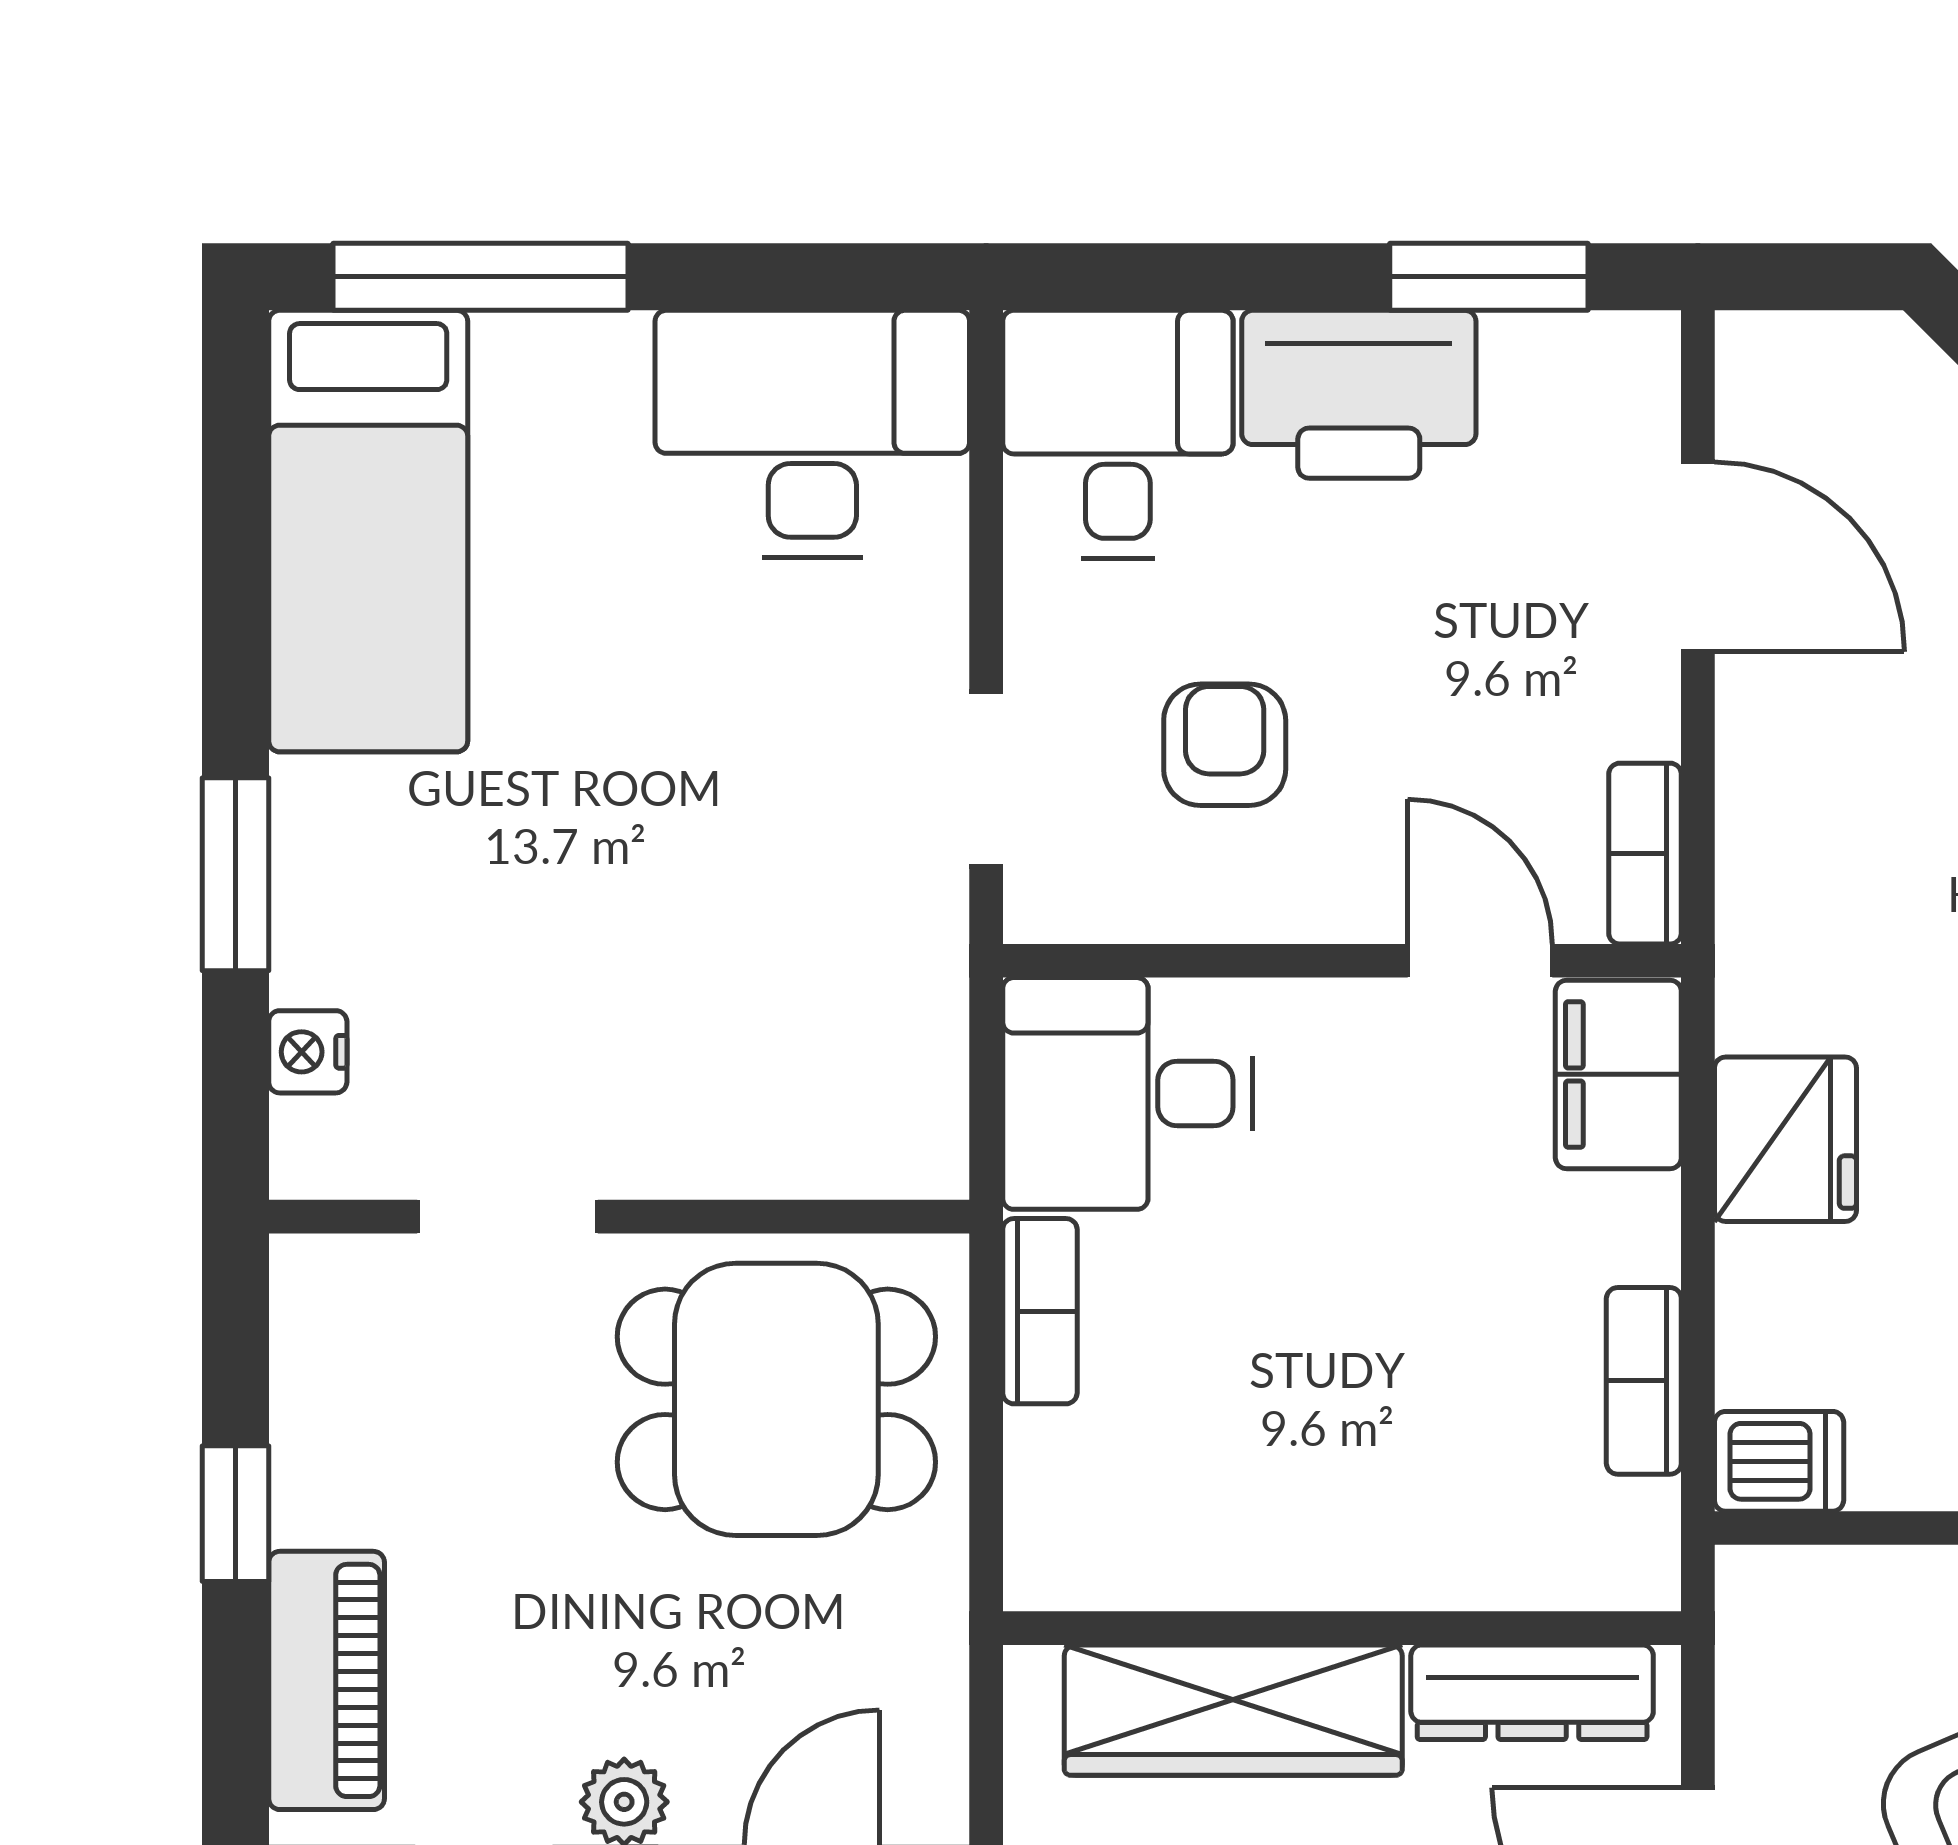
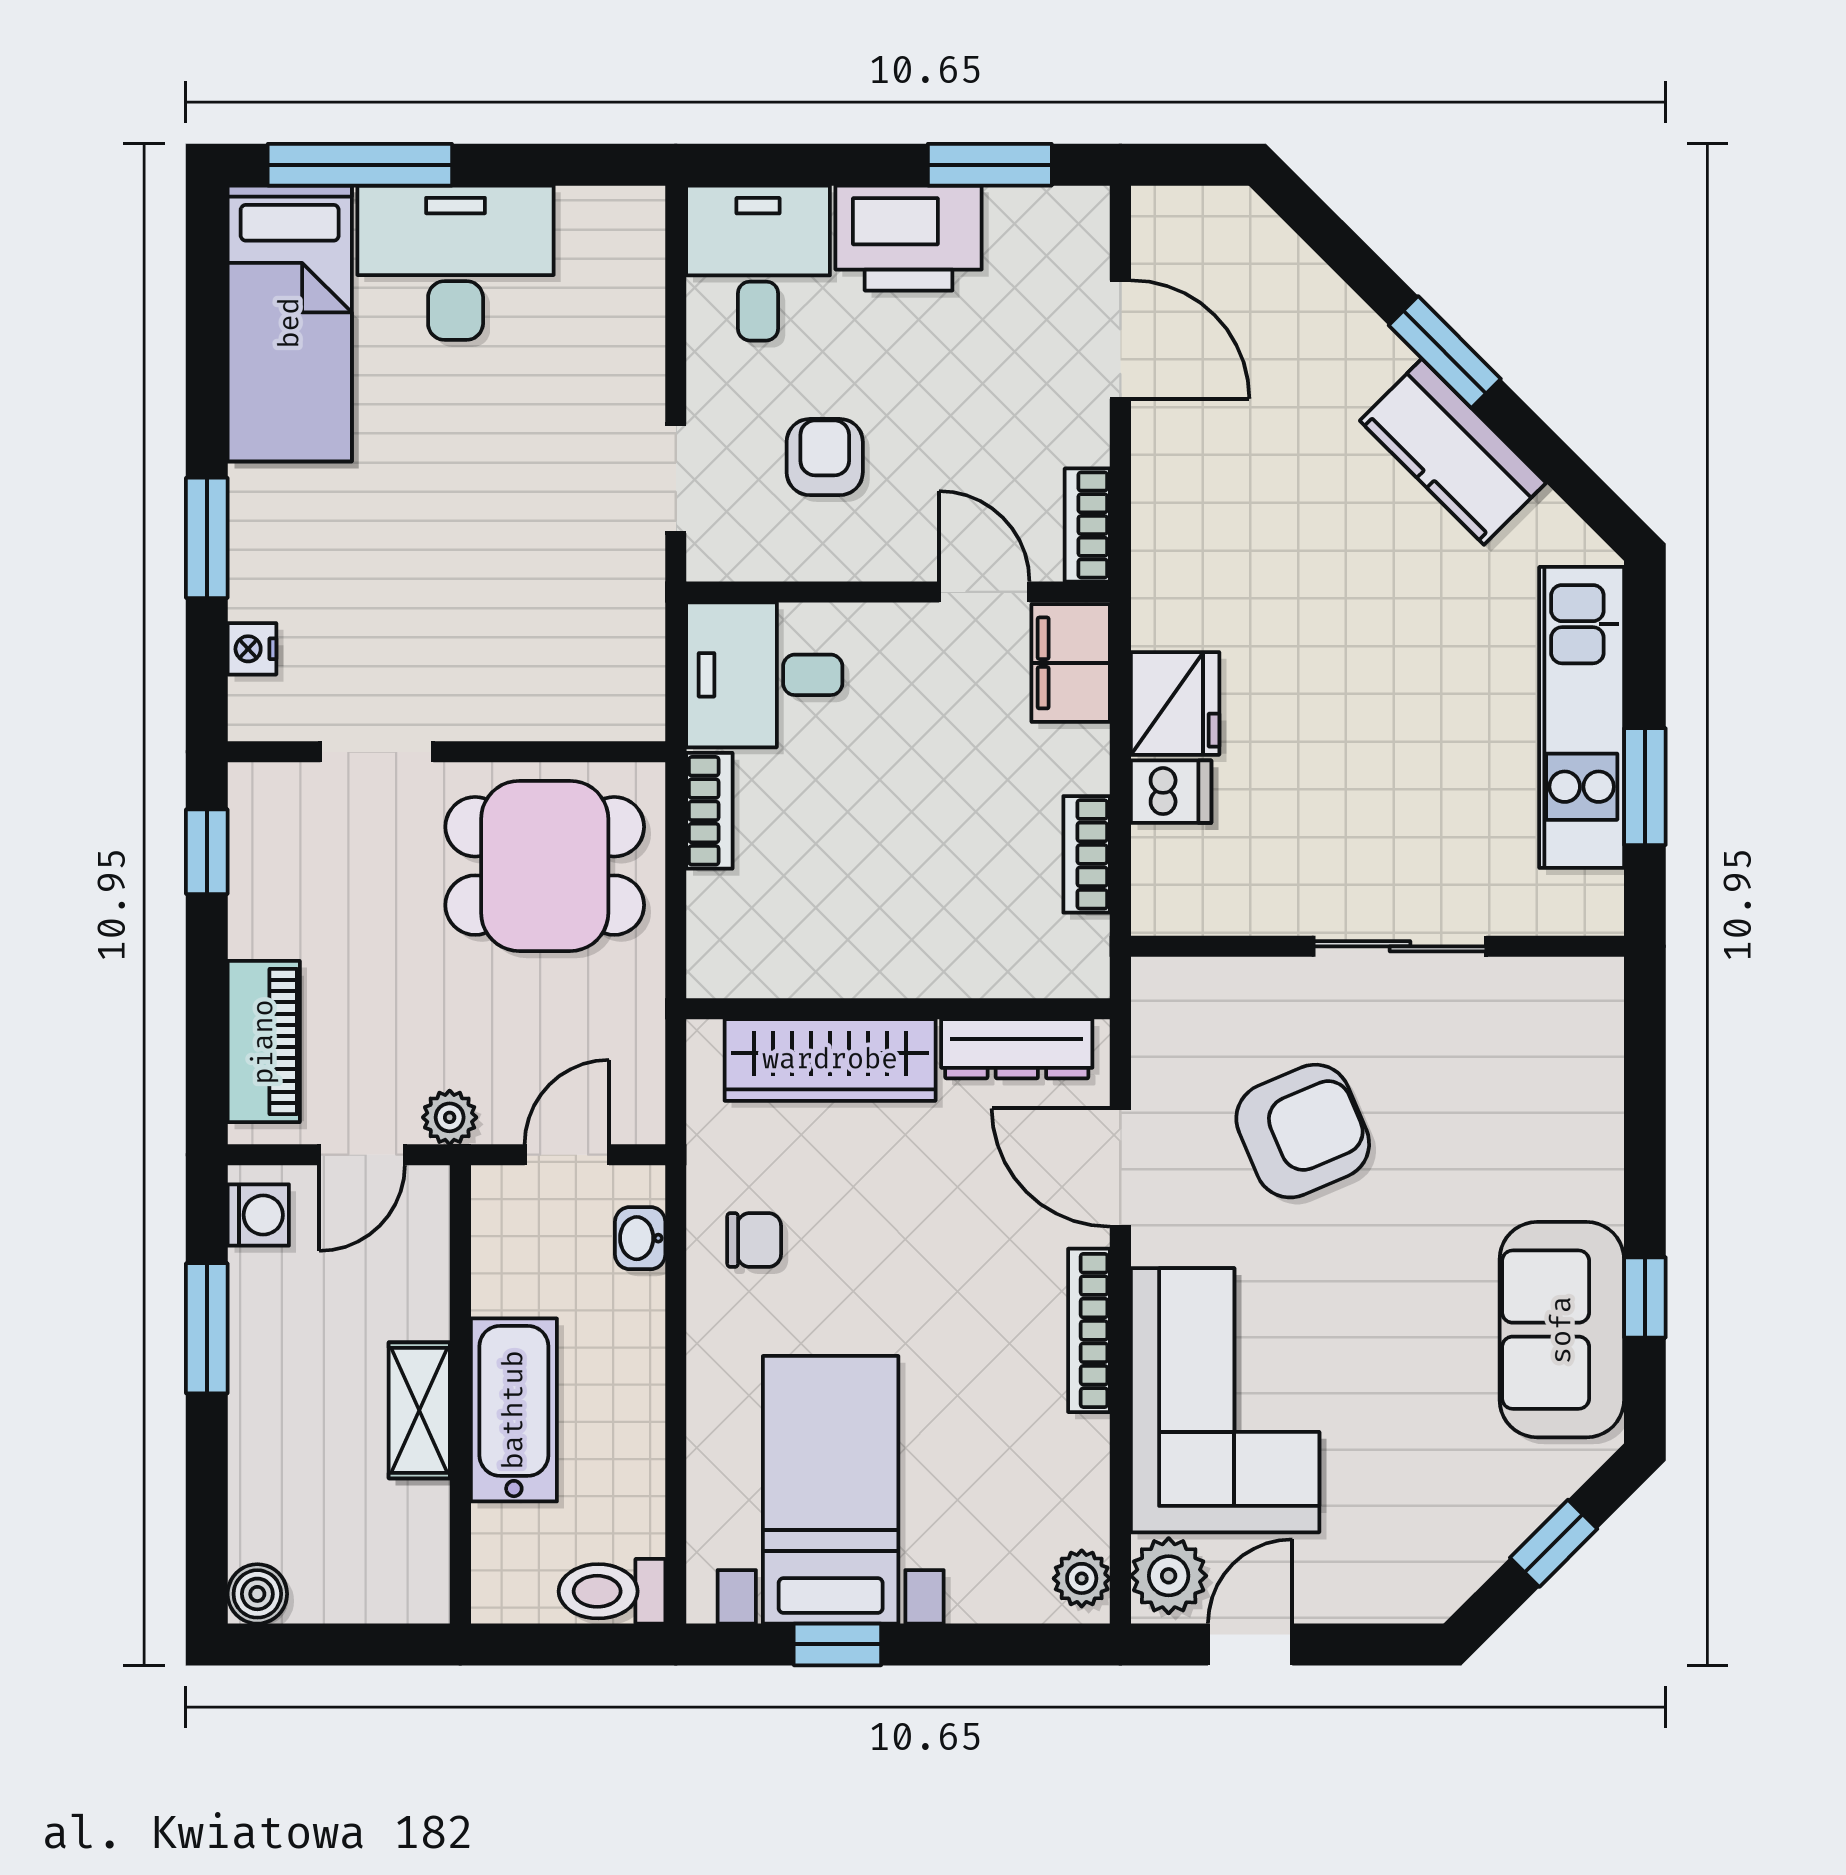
desk: (812, 434) -> (456, 263), moved
dishwasher: (1779, 1461) -> (1171, 792), moved
window: (235, 1514) -> (207, 852), moved

